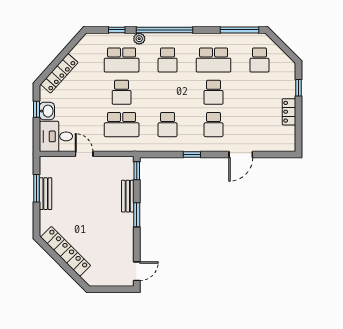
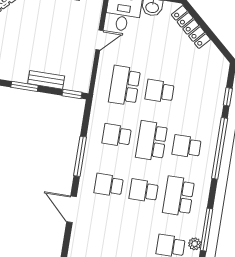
plant: (139, 39) -> (195, 244), moved
school desk: (122, 60) -> (152, 141), moved
window: (192, 155) -> (80, 156), width x2.17

